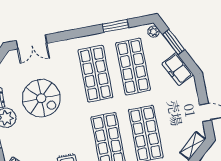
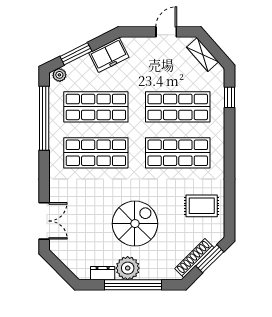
window: (116, 26) -> (44, 118), width x2.11
spiral stairs: (41, 98) -> (135, 224), moved

